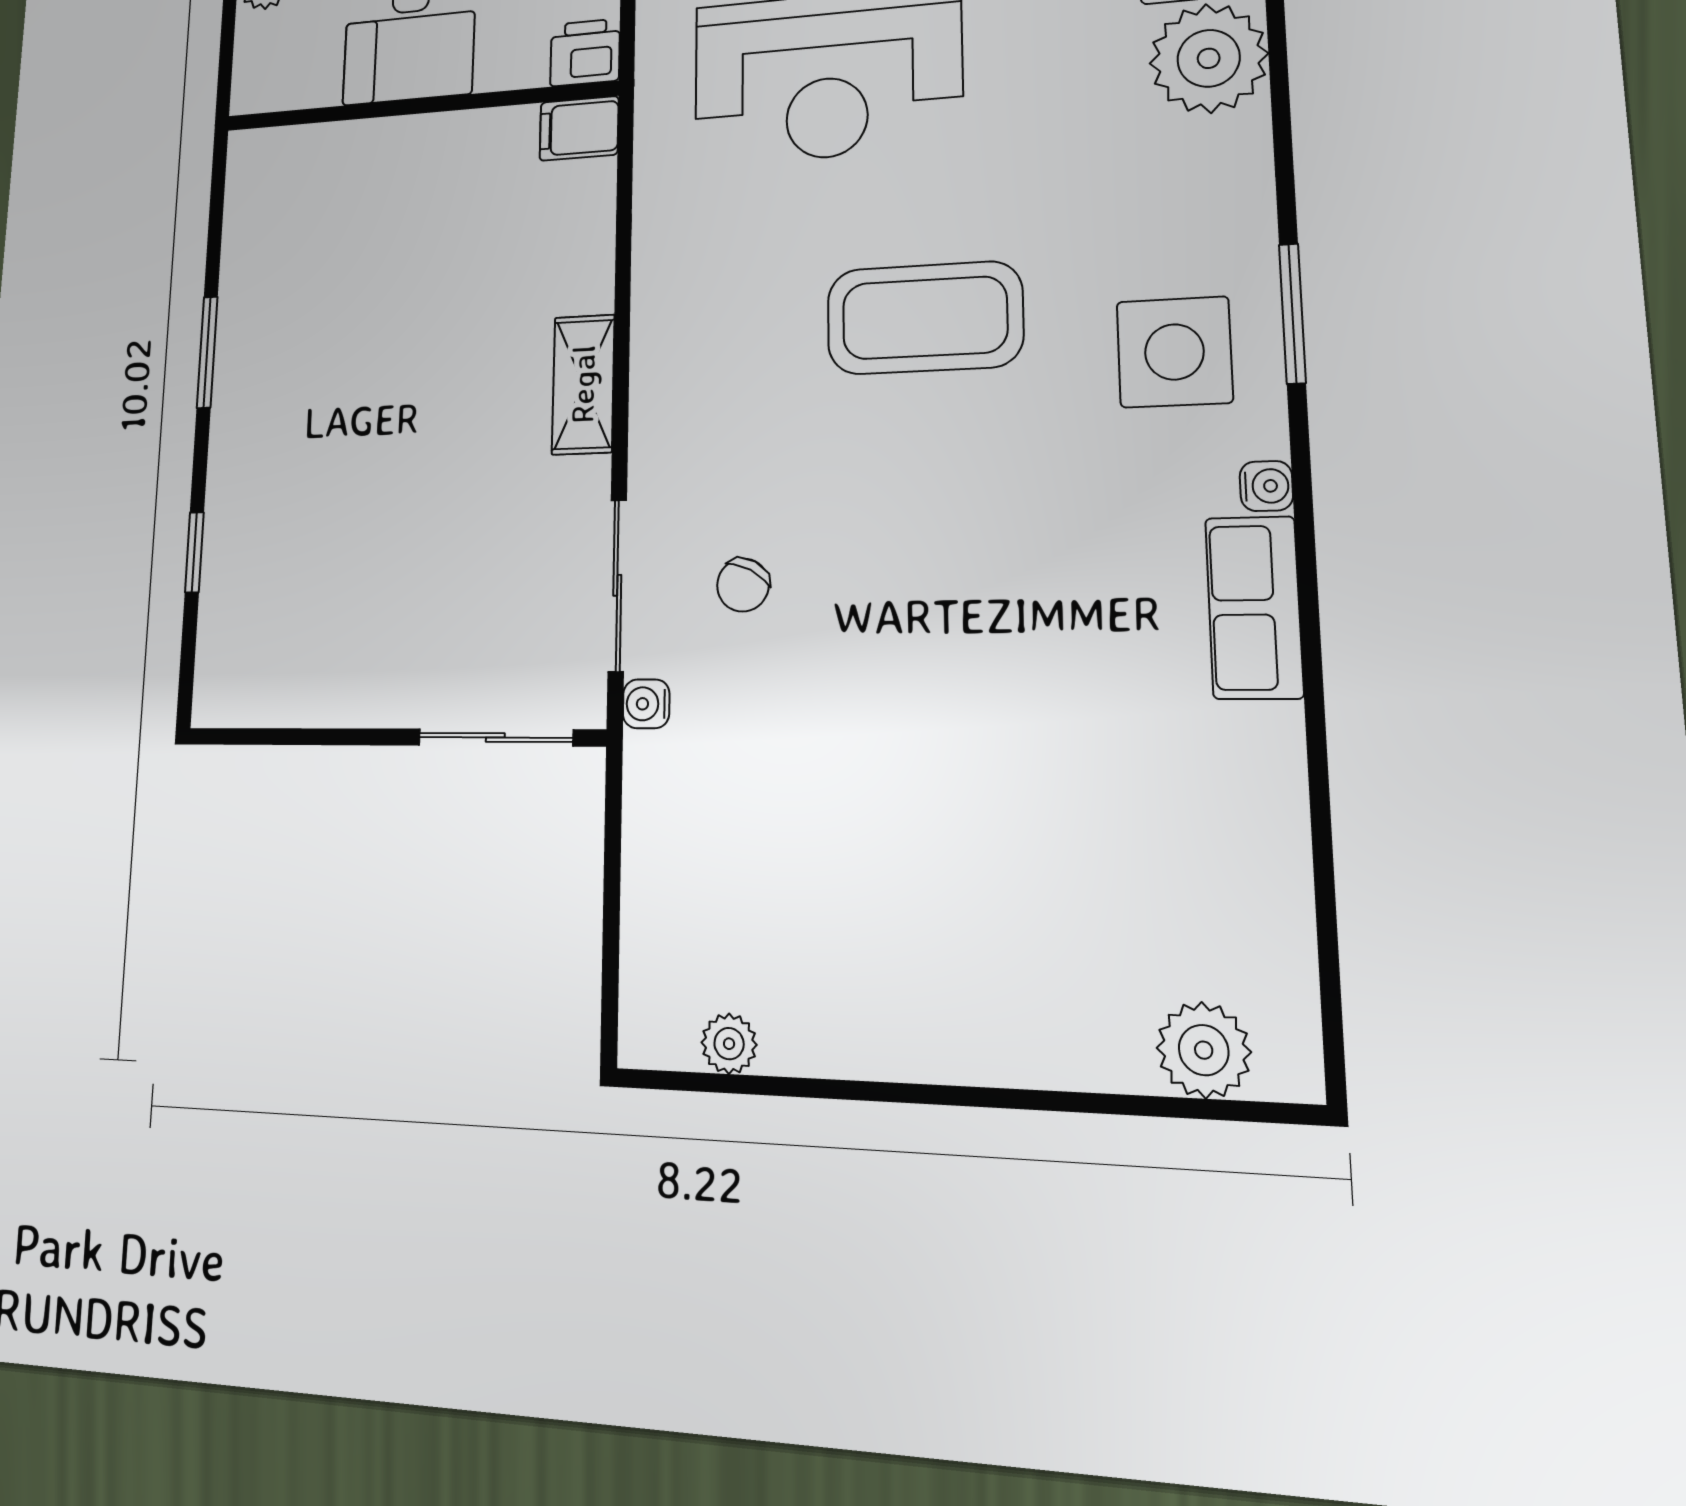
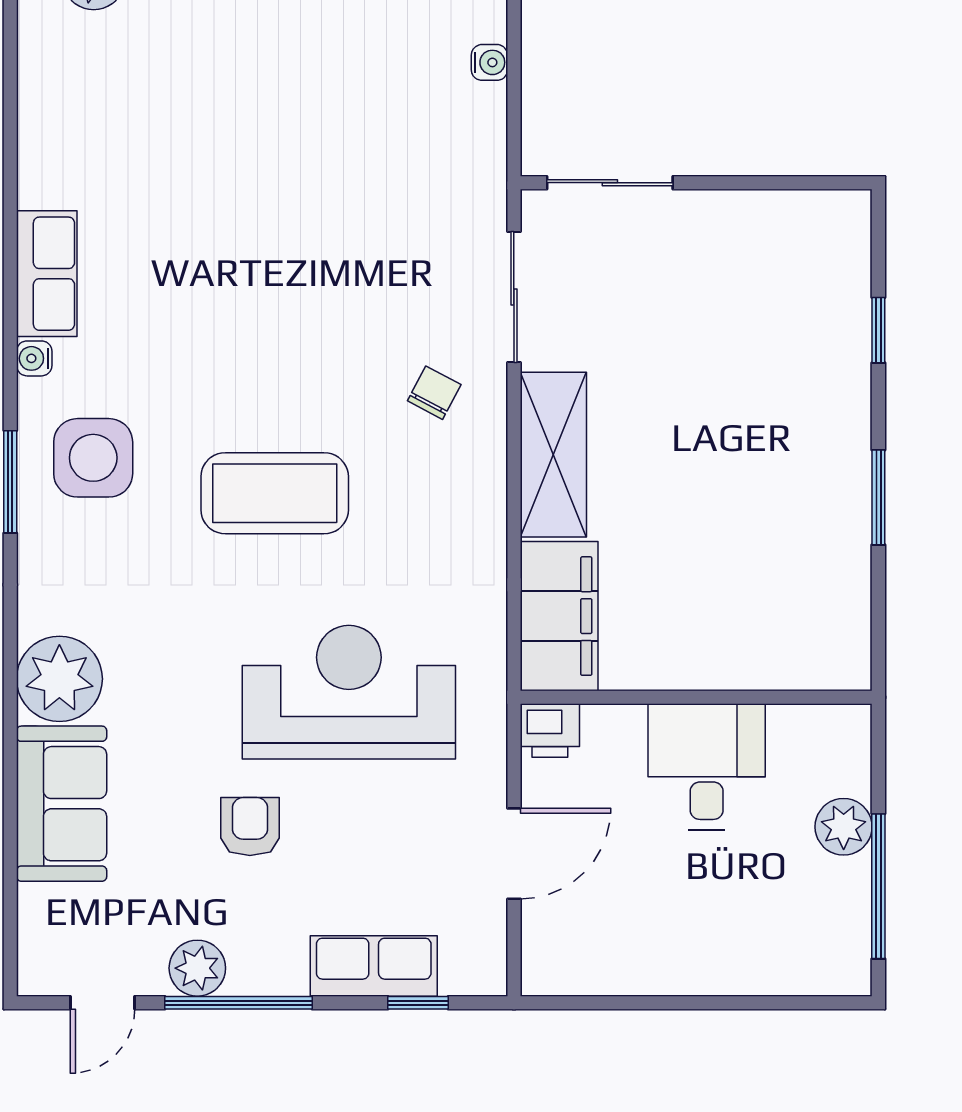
filing cabinet: (579, 128) -> (559, 616), width x3.00, depth x1.17
shelving: (583, 384) -> (553, 455), width x1.50, depth x1.33
chair: (743, 585) -> (434, 393), moved
water cooler: (646, 704) -> (489, 62), moved

